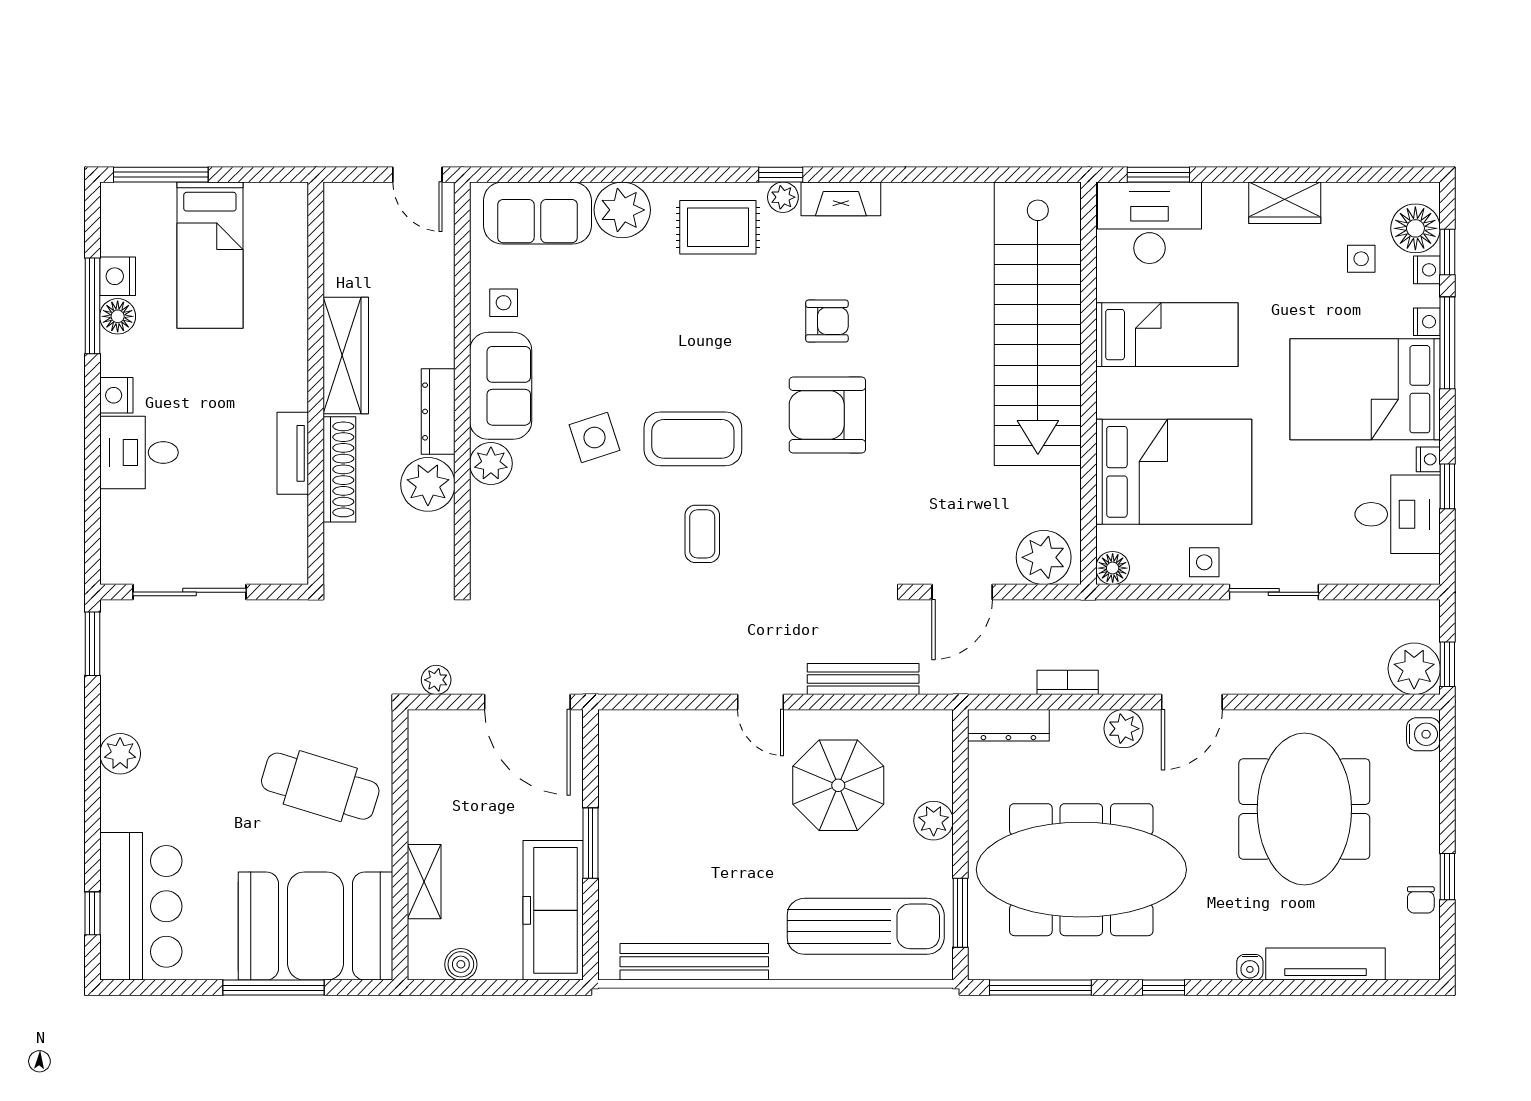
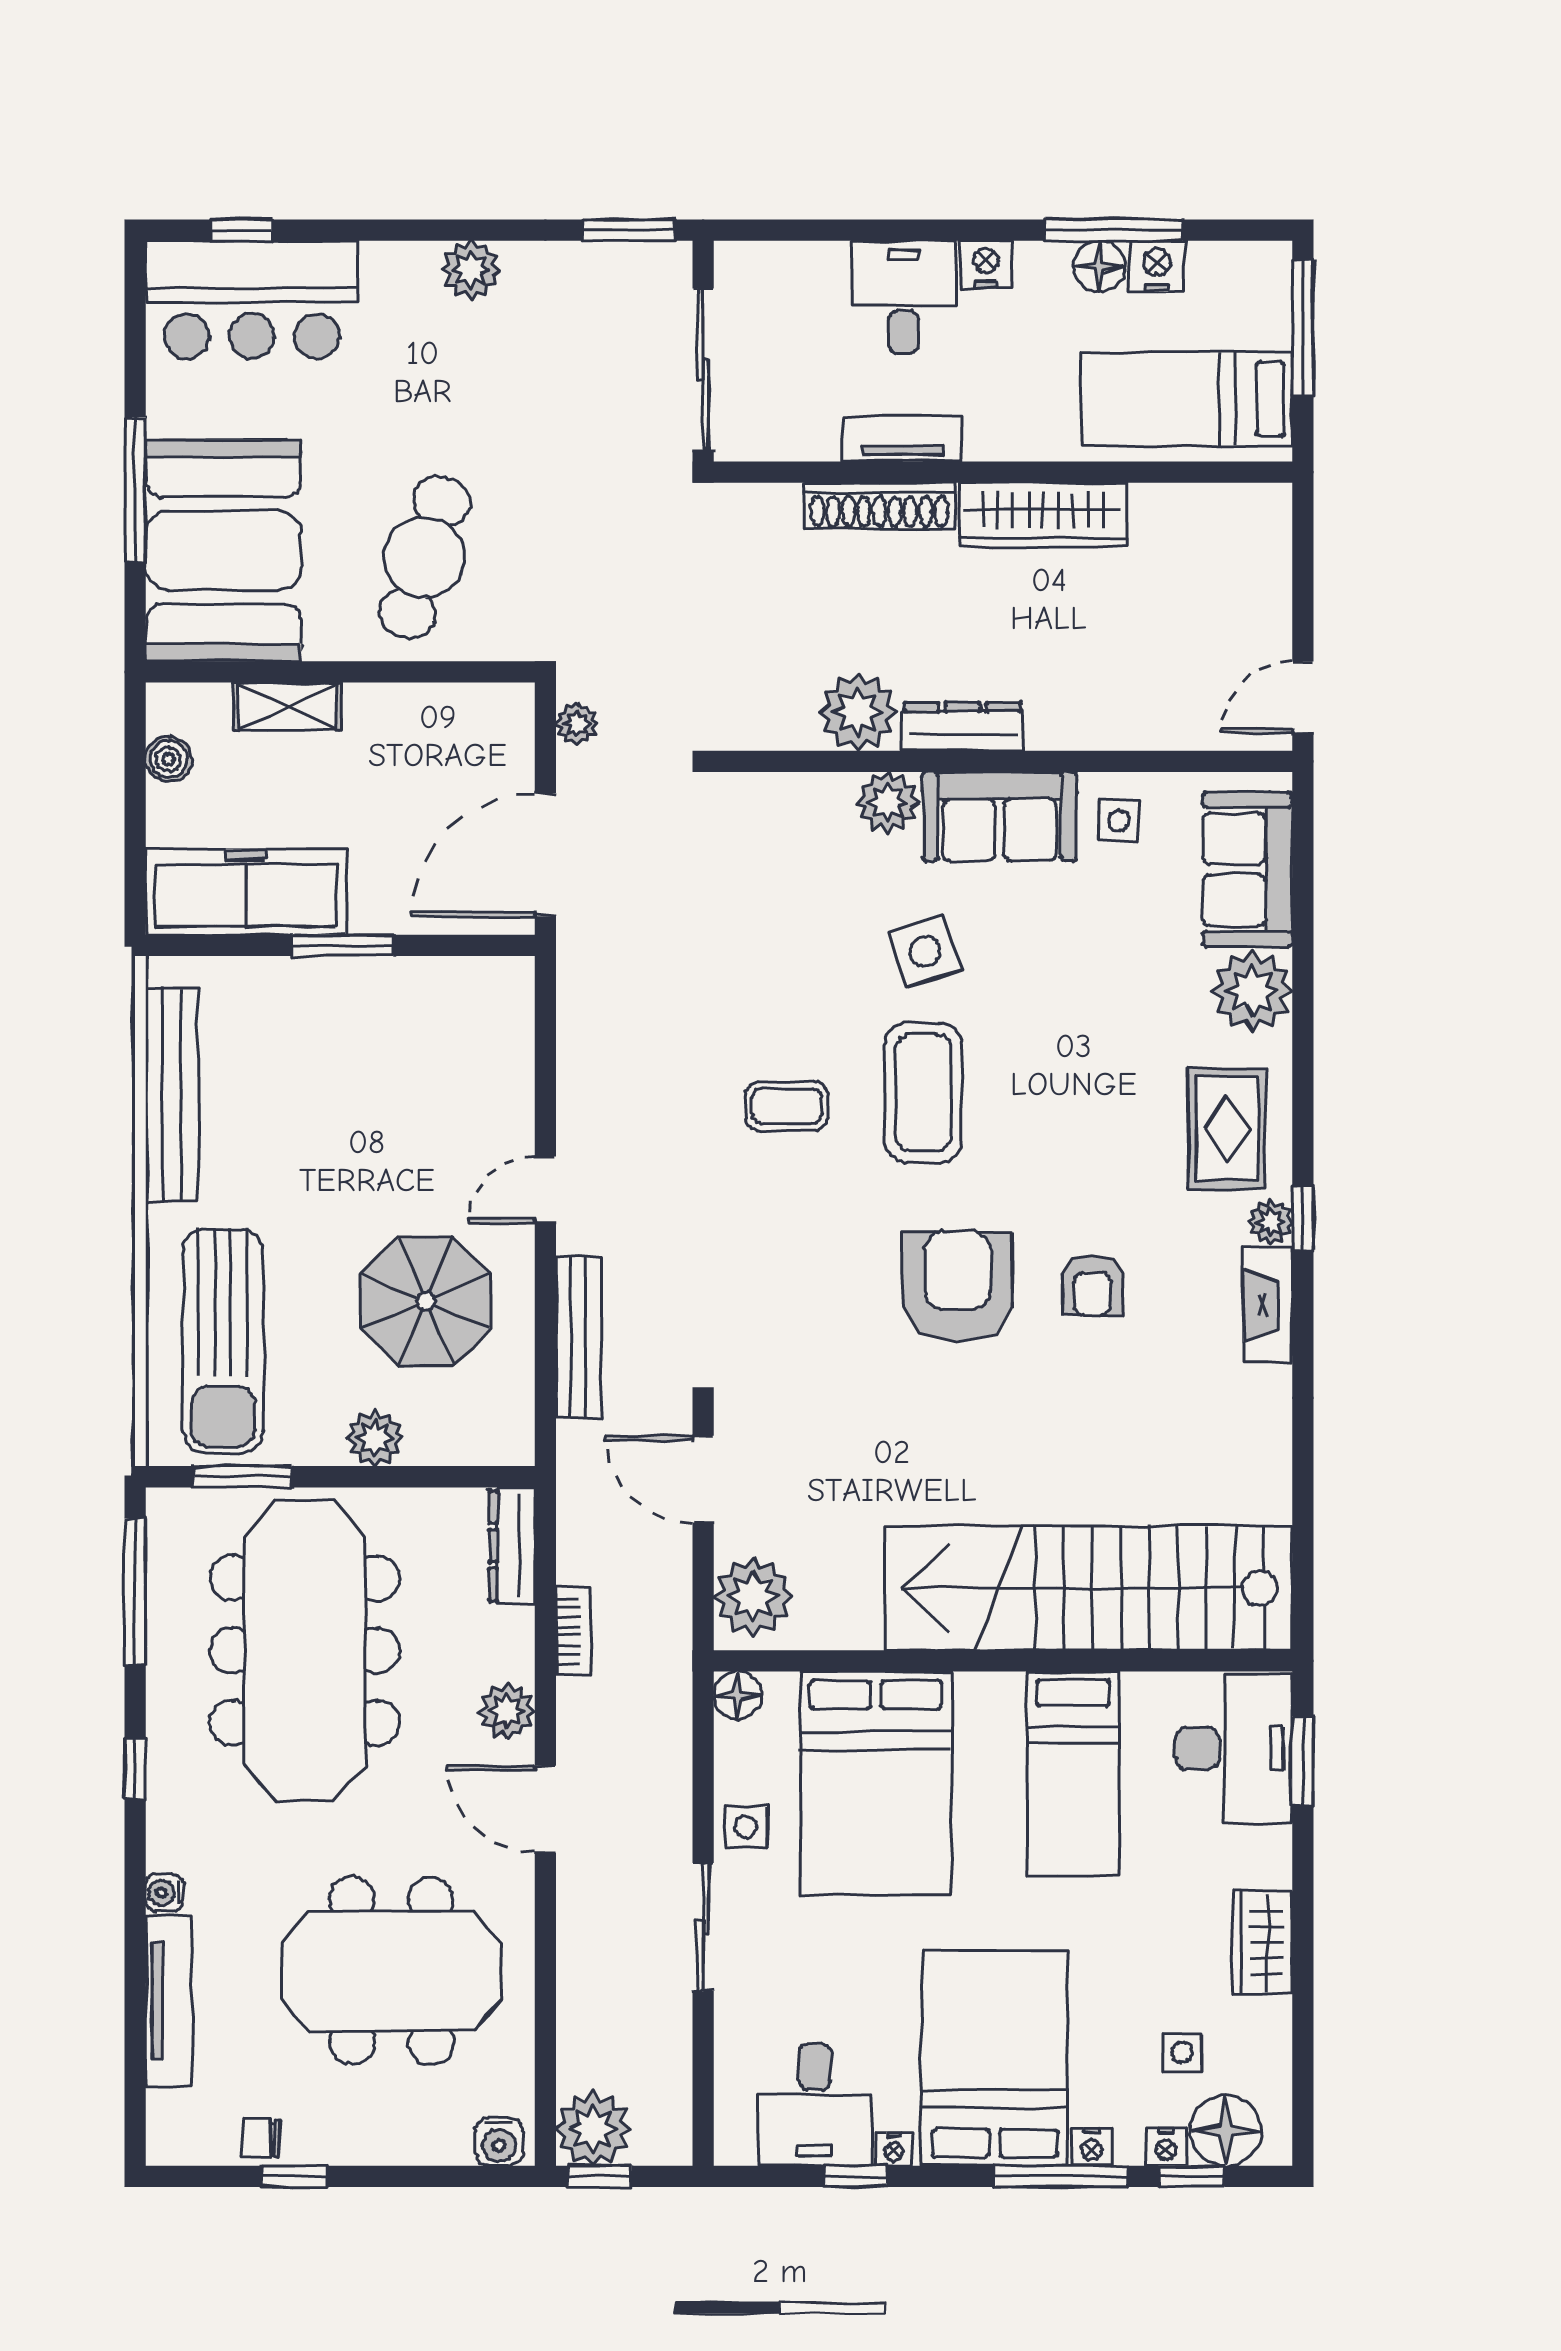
wardrobe: (346, 355) -> (1043, 515), moved
wall: (316, 383) -> (1003, 472), moved
tv unit: (293, 453) -> (902, 439), moved
shoe rack: (339, 469) -> (879, 506), moved

